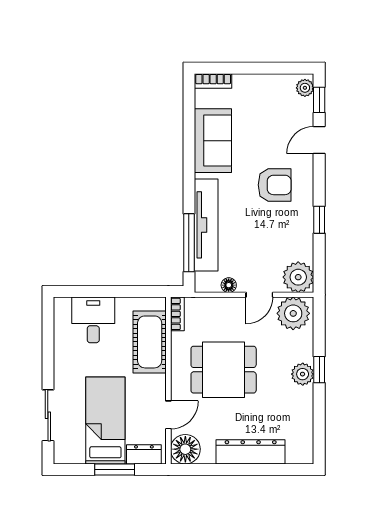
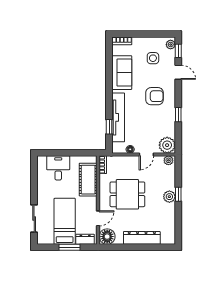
side table: (272, 113) -> (153, 58), added
door: (319, 140) -> (178, 72), swing flipped
window: (189, 243) -> (109, 127), width x0.46
plant: (293, 313) -> (168, 160), width x0.53, depth x0.53

